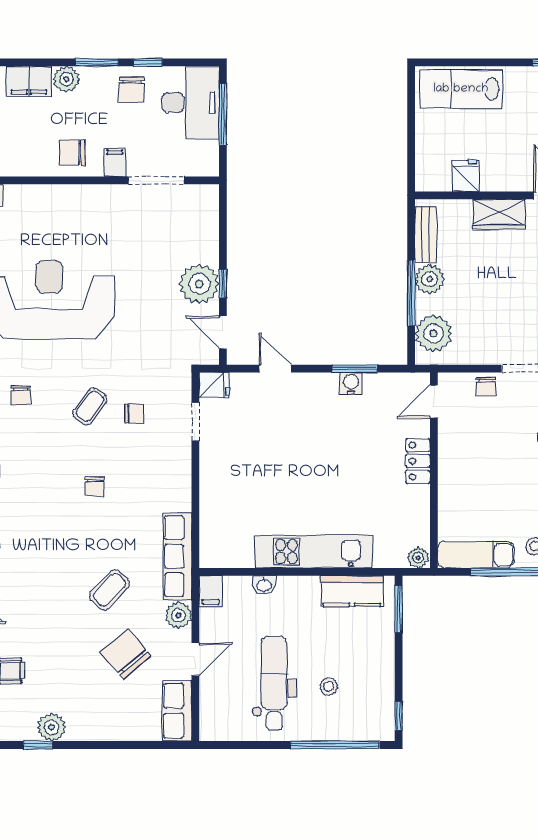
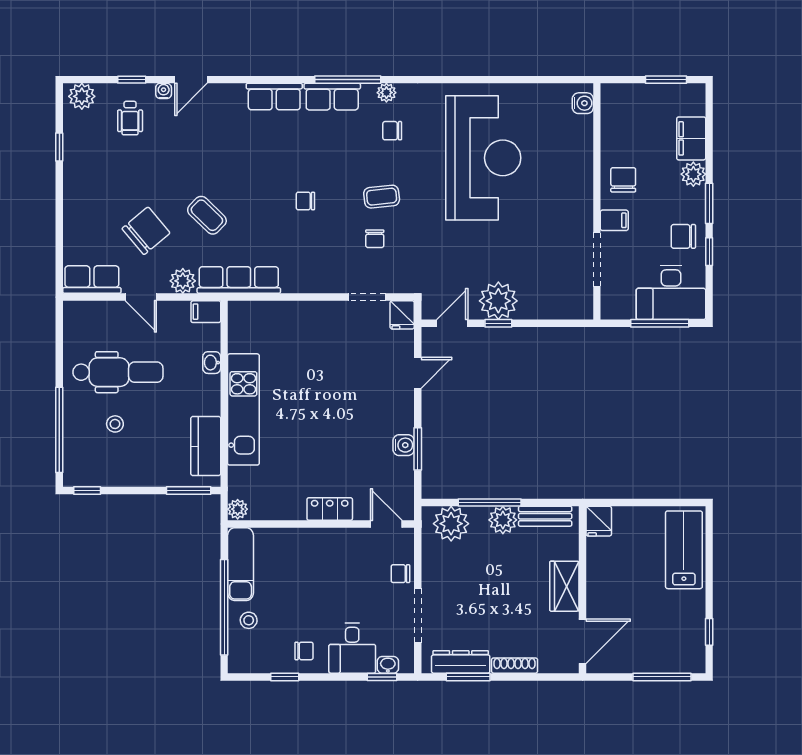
fridge: (466, 176) -> (599, 521), moved, turned 90
coffee table: (90, 406) -> (382, 197), turned -43
plant: (51, 727) -> (76, 160), removed

